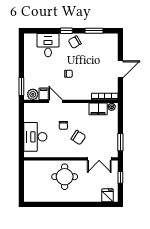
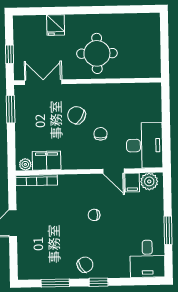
desk: (48, 45) -> (147, 259), moved
window: (21, 87) -> (168, 230), moved
desk: (35, 137) -> (145, 145), moved
fridge: (108, 195) -> (56, 25), moved

